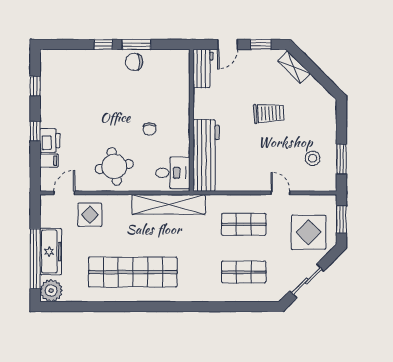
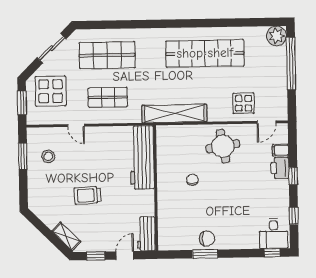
window: (103, 44) -> (272, 253), moved
desk: (173, 173) -> (274, 233), moved, turned -90
freezer: (51, 252) -> (277, 70), removed
shop shelf: (244, 272) -> (107, 55), width x1.43, depth x1.36

